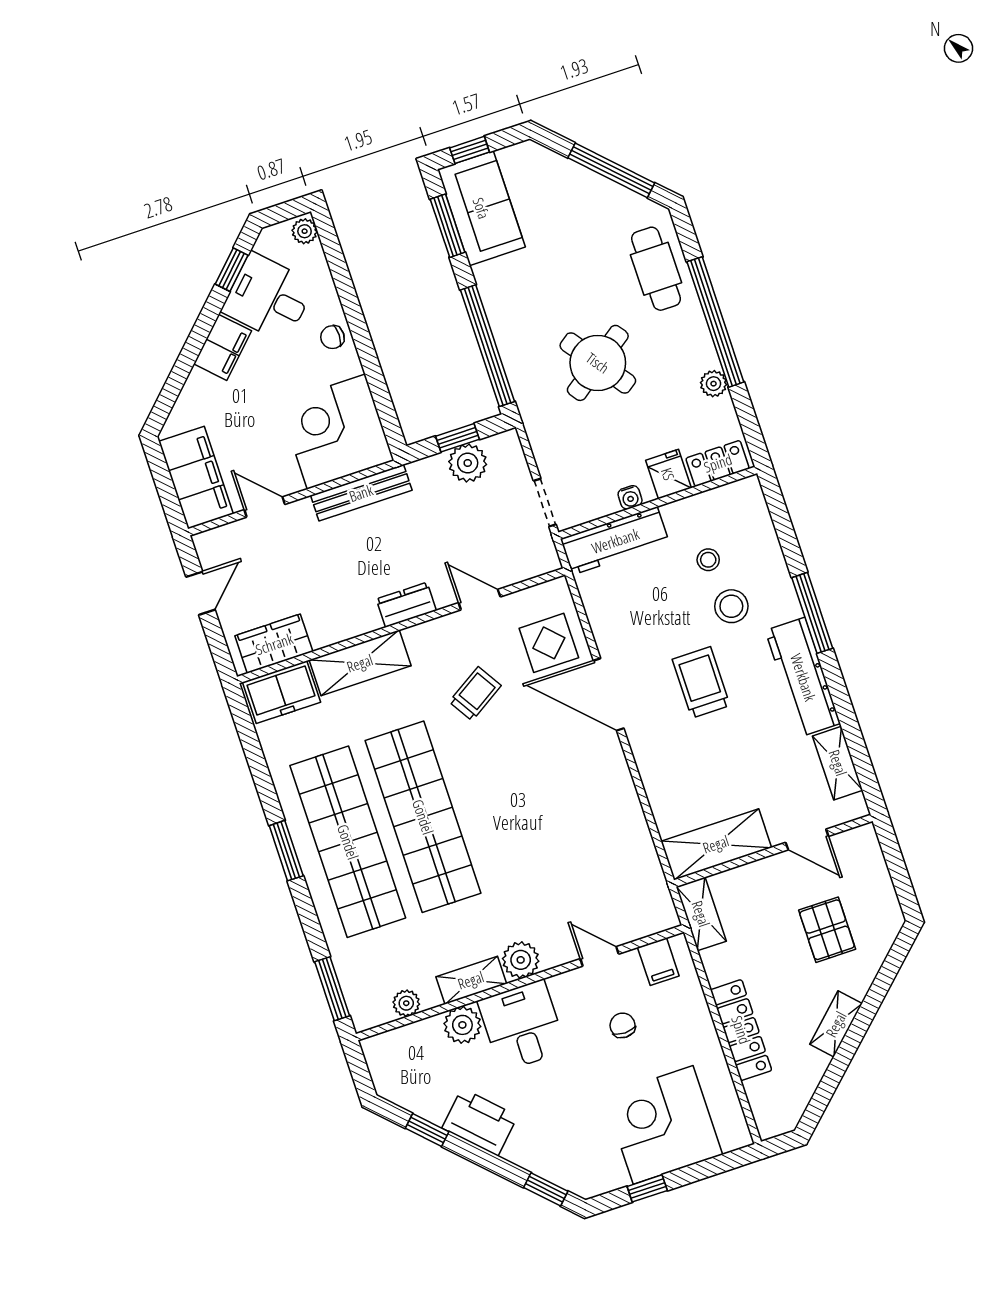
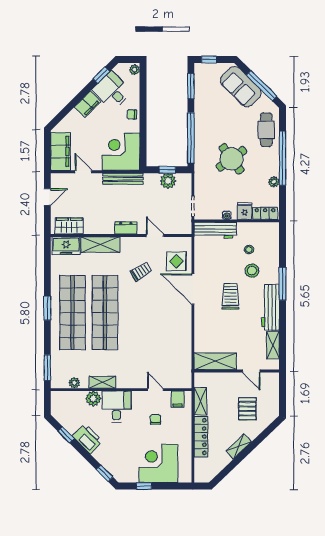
sofa: (481, 208) -> (241, 87), moved, turned 135
shelving: (701, 914) -> (200, 401), moved
plant: (521, 960) -> (124, 381), removed

